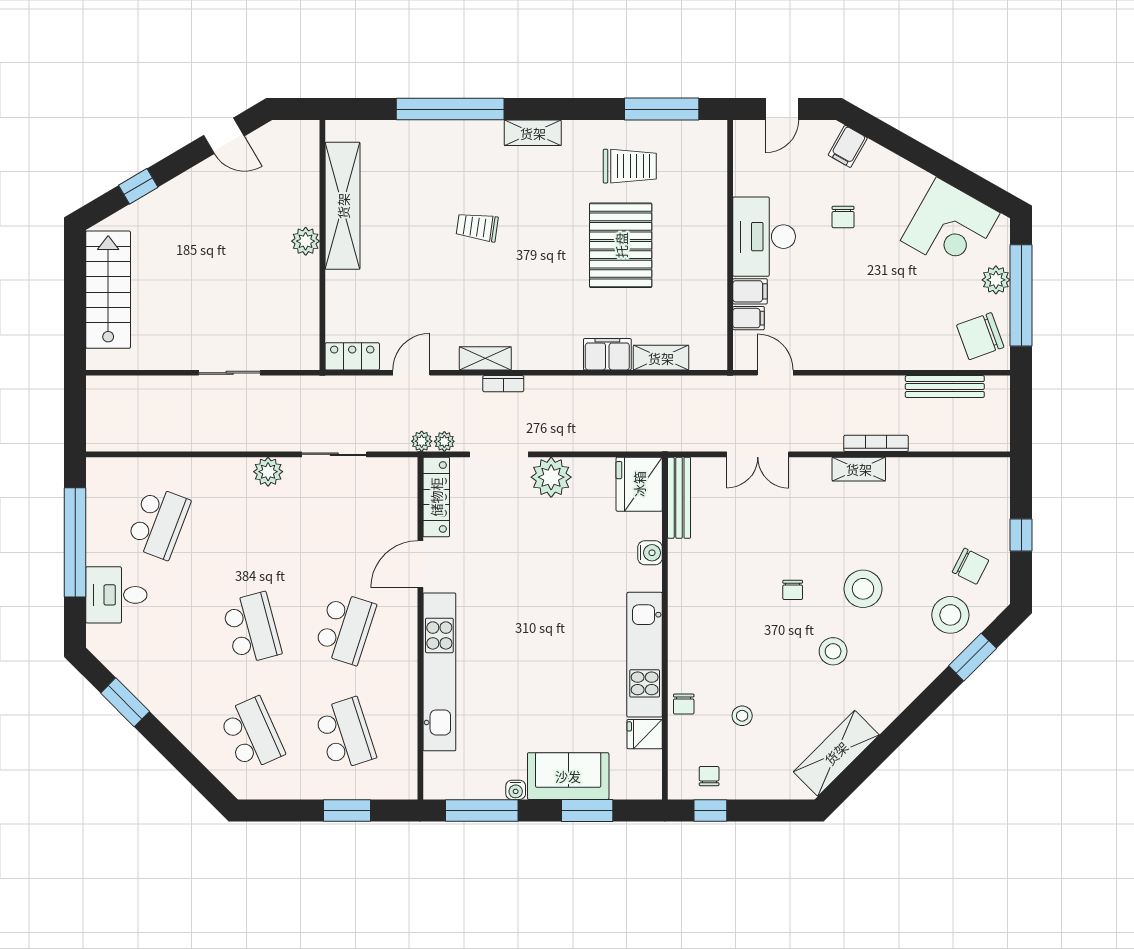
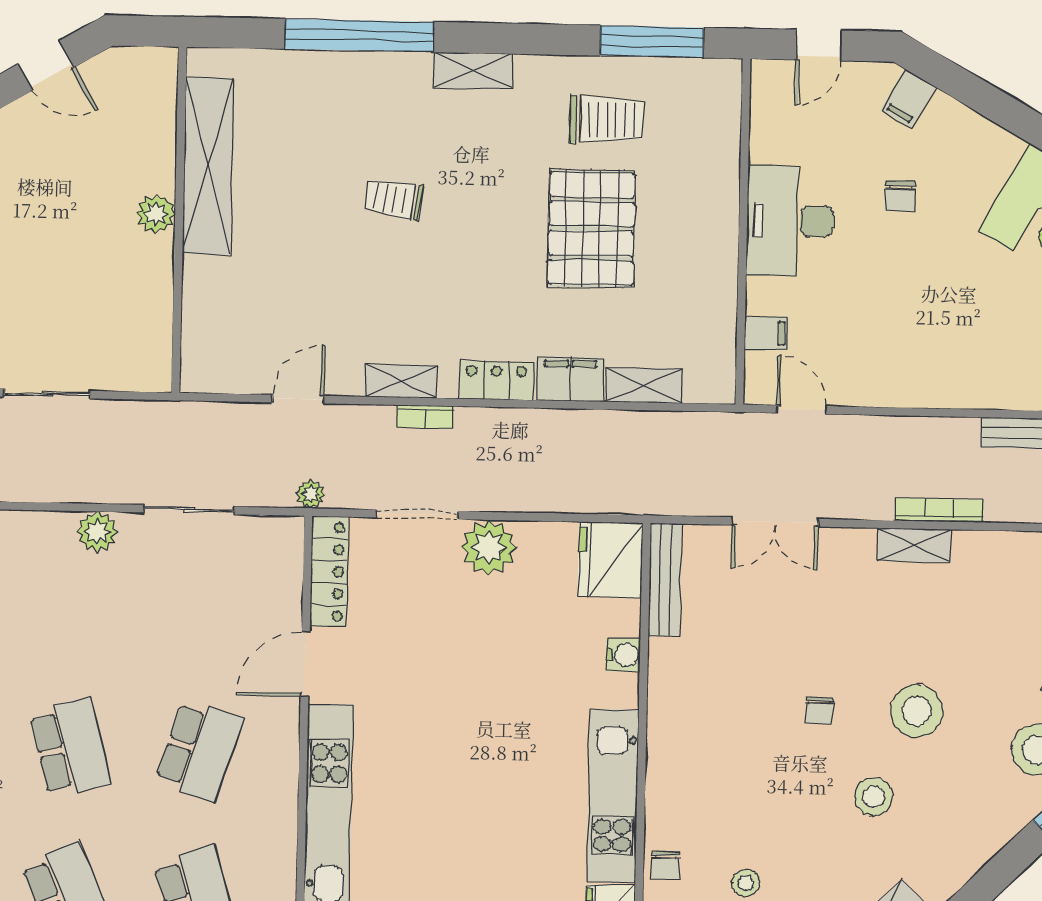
filing cabinet: (750, 291) -> (769, 296), removed
locker: (352, 356) -> (497, 381), moved
plant: (444, 441) -> (342, 495), removed

